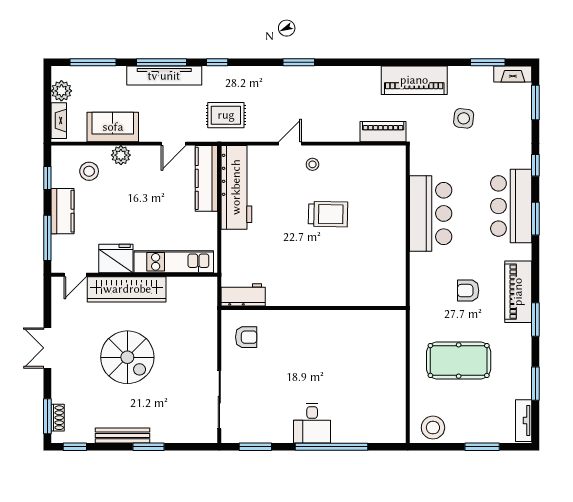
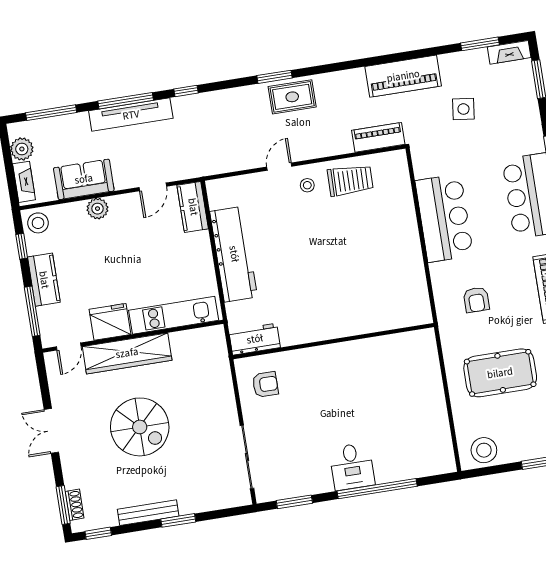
rug: (226, 115) -> (292, 97), moved
stool: (89, 171) -> (38, 223), moved
kitchen counter: (206, 178) -> (193, 207), width x0.67
workbench: (236, 187) -> (234, 254), moved
trolley: (328, 214) -> (350, 180), moved
armchair: (468, 291) -> (476, 300), moved, turned -90

